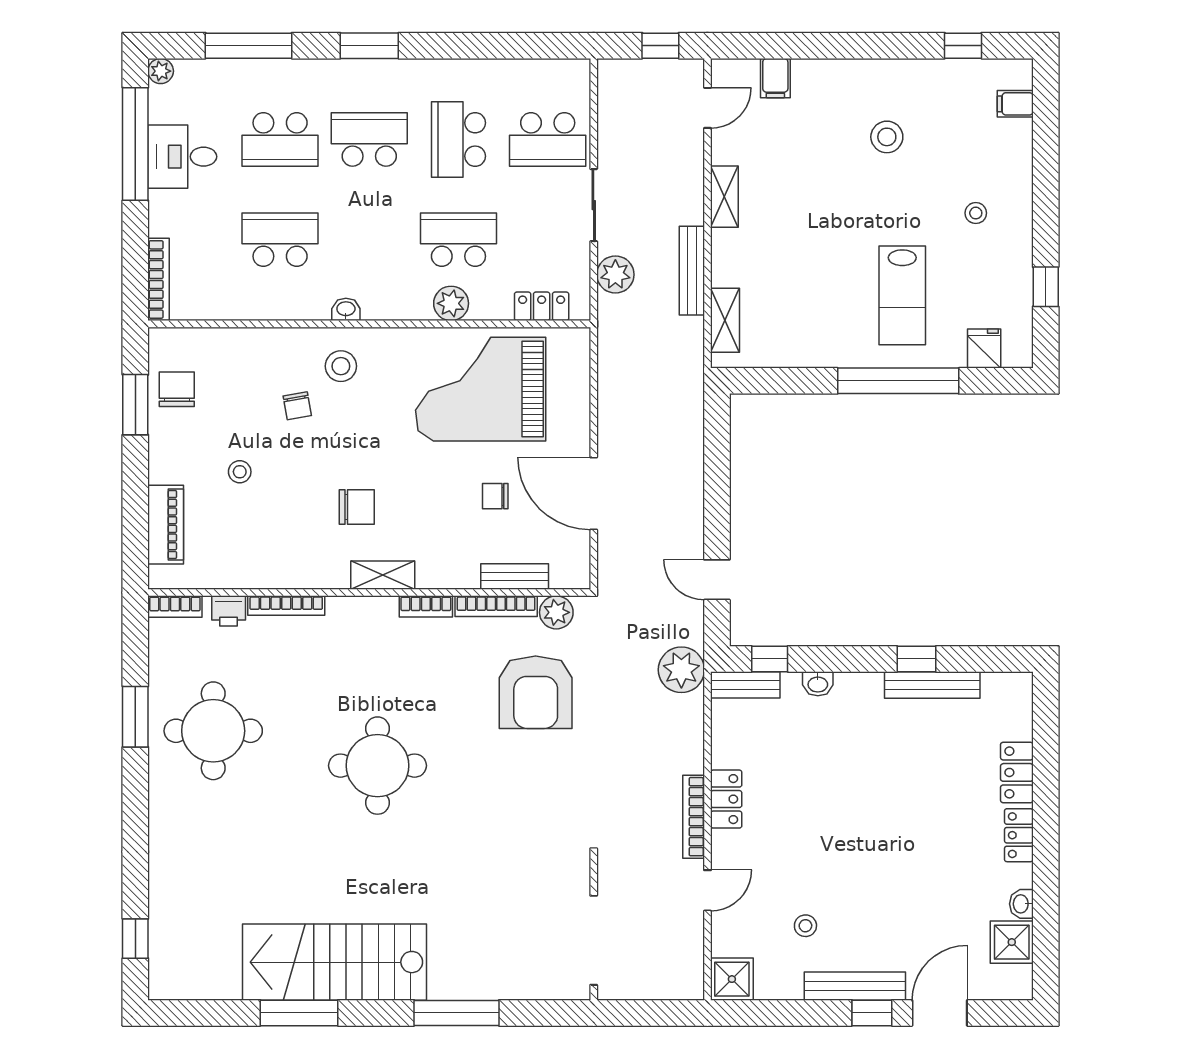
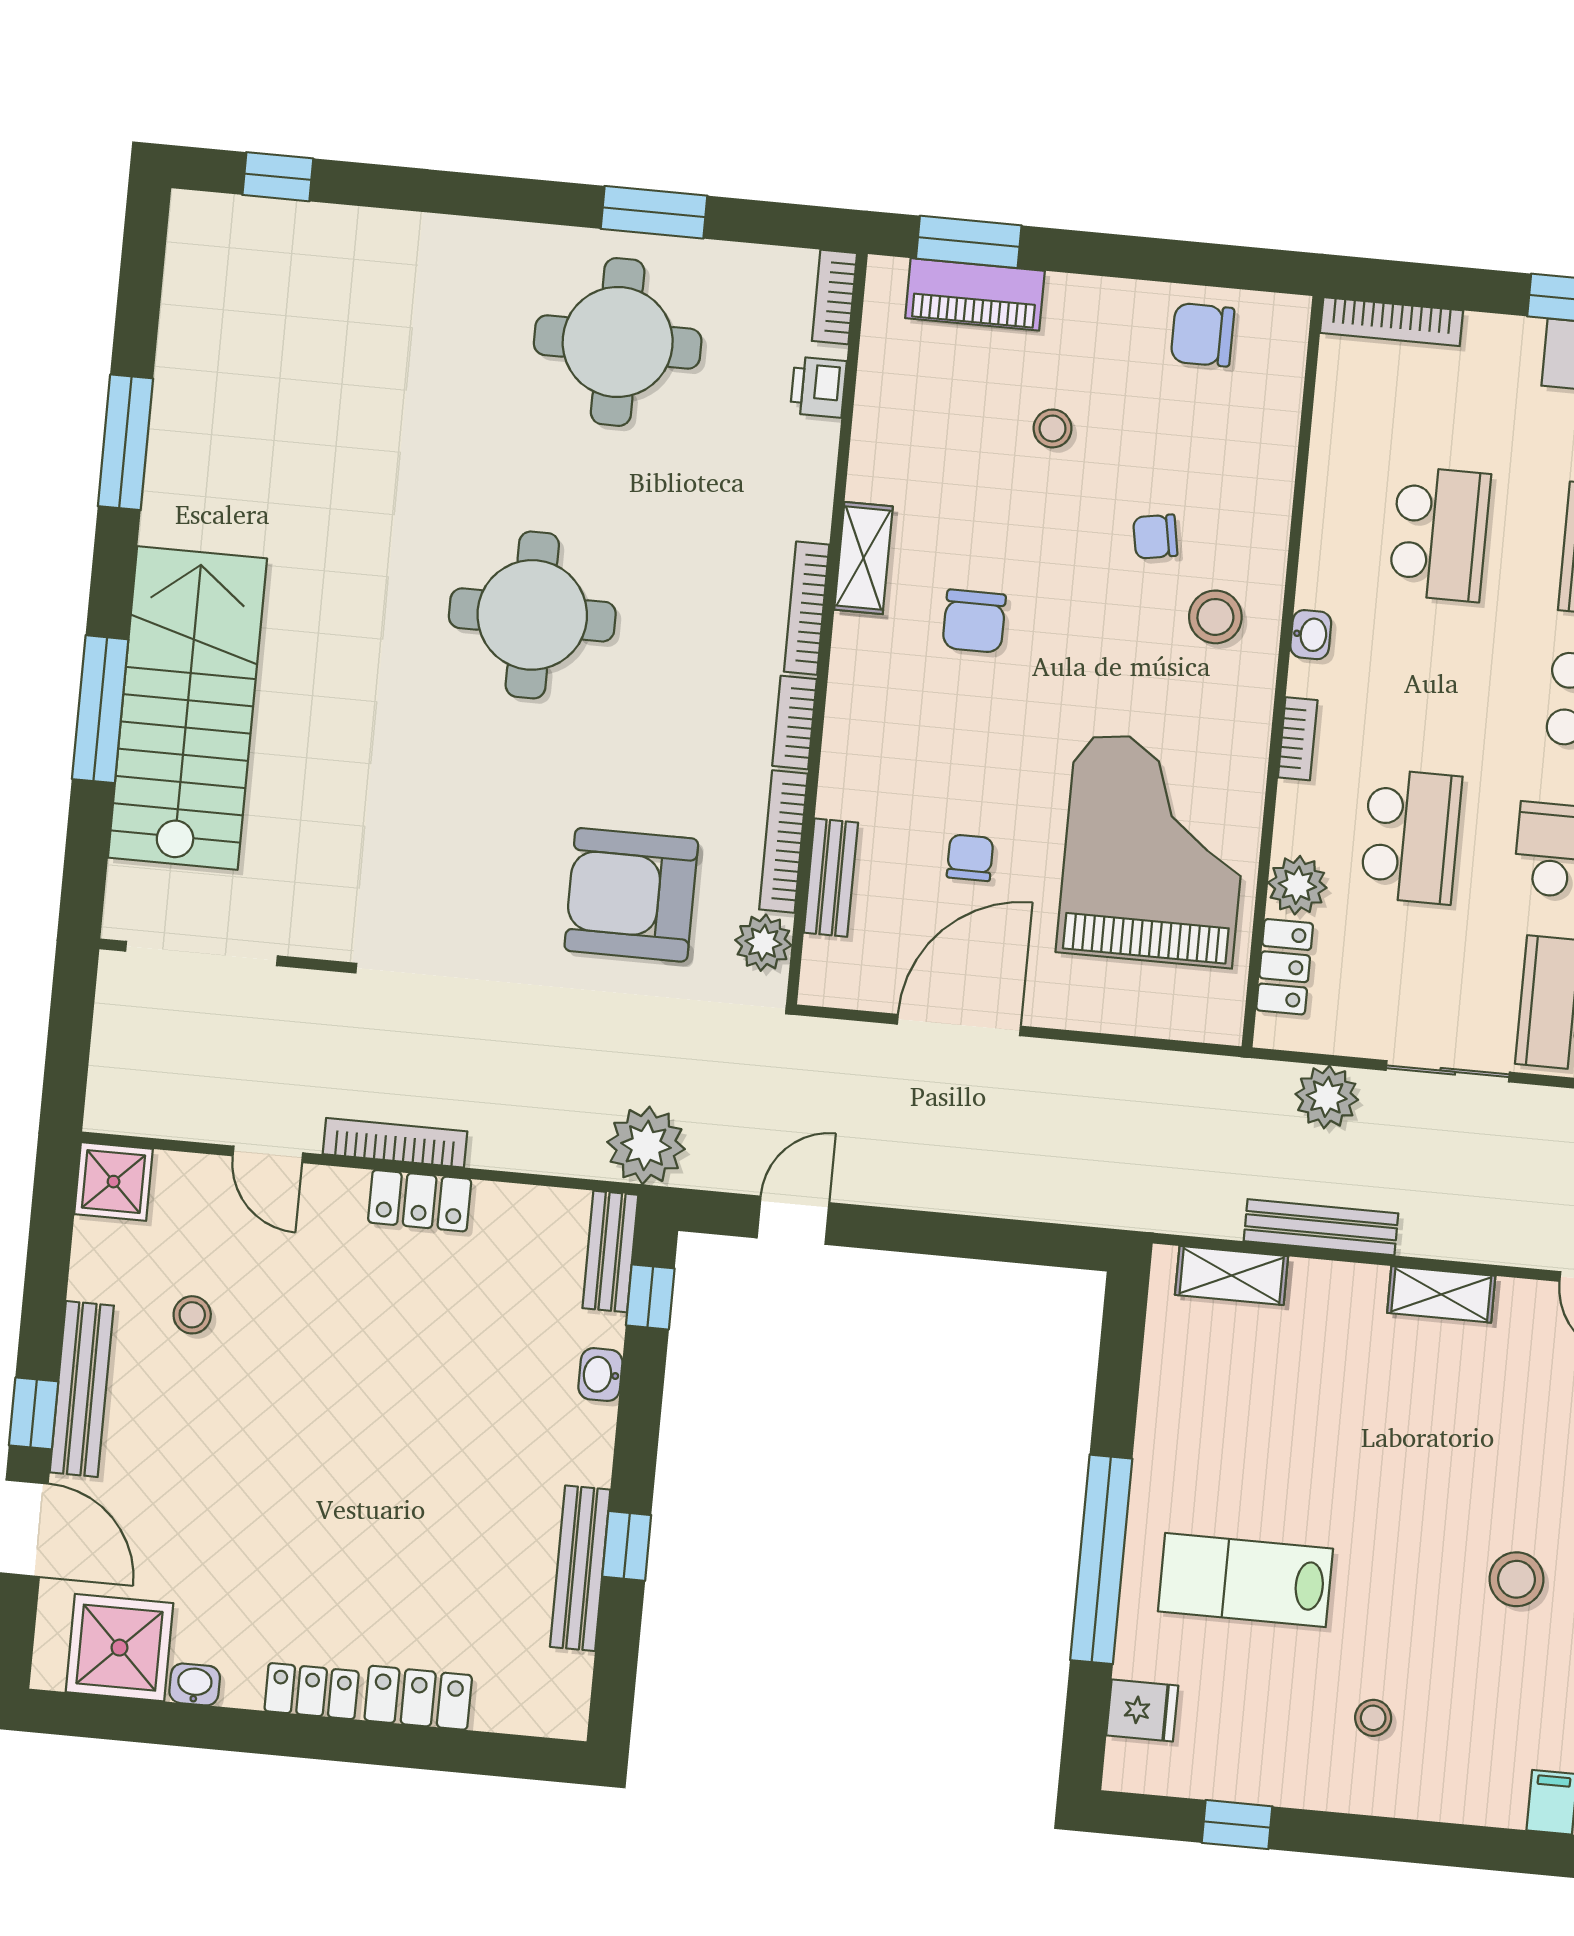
plant: (451, 303) -> (1297, 885), moved
bookcase: (408, 311) -> (1298, 739), added
chair: (177, 389) -> (1202, 335), turned 180
window: (135, 405) -> (969, 242), moved
shelving: (383, 575) -> (863, 558), moved
bookcase: (286, 606) -> (807, 608), moved
shower: (1012, 942) -> (119, 1648), width x1.36, depth x1.36
stairs: (335, 962) -> (187, 708), moved

